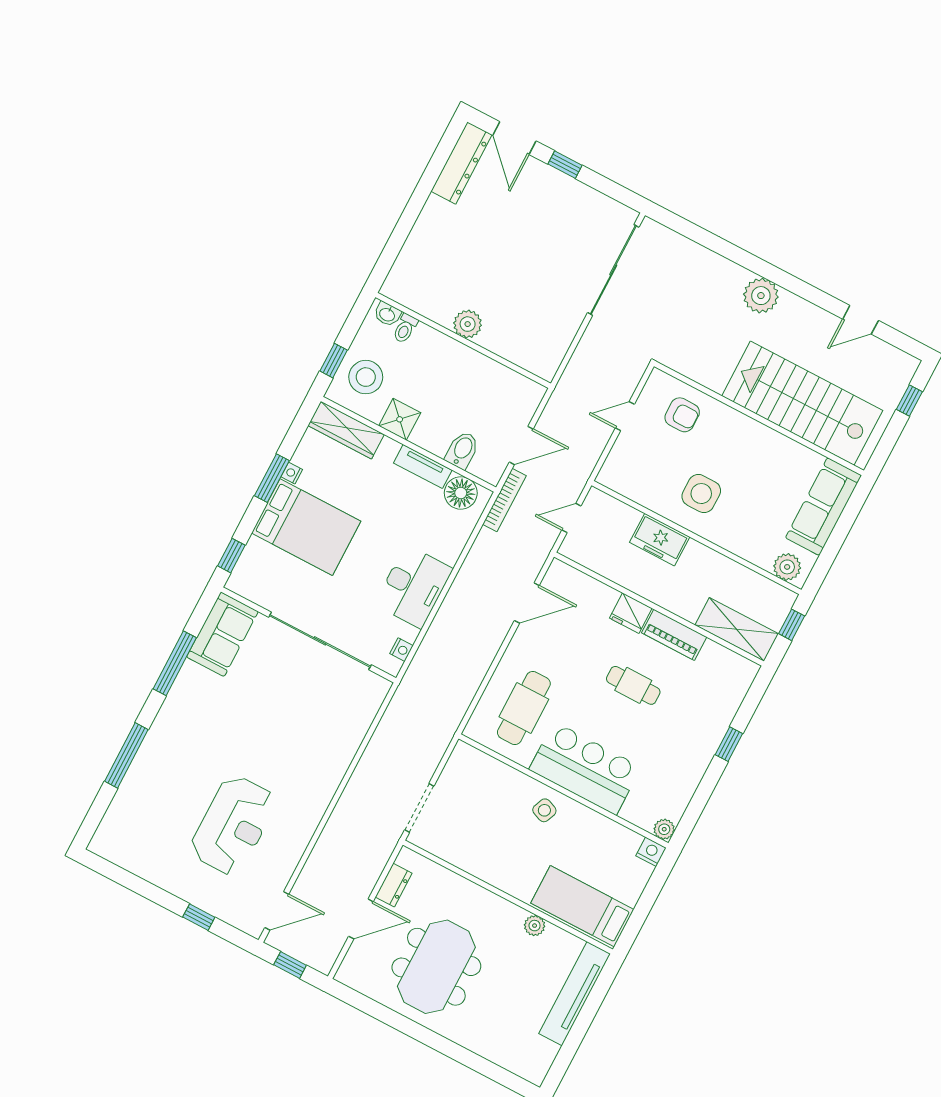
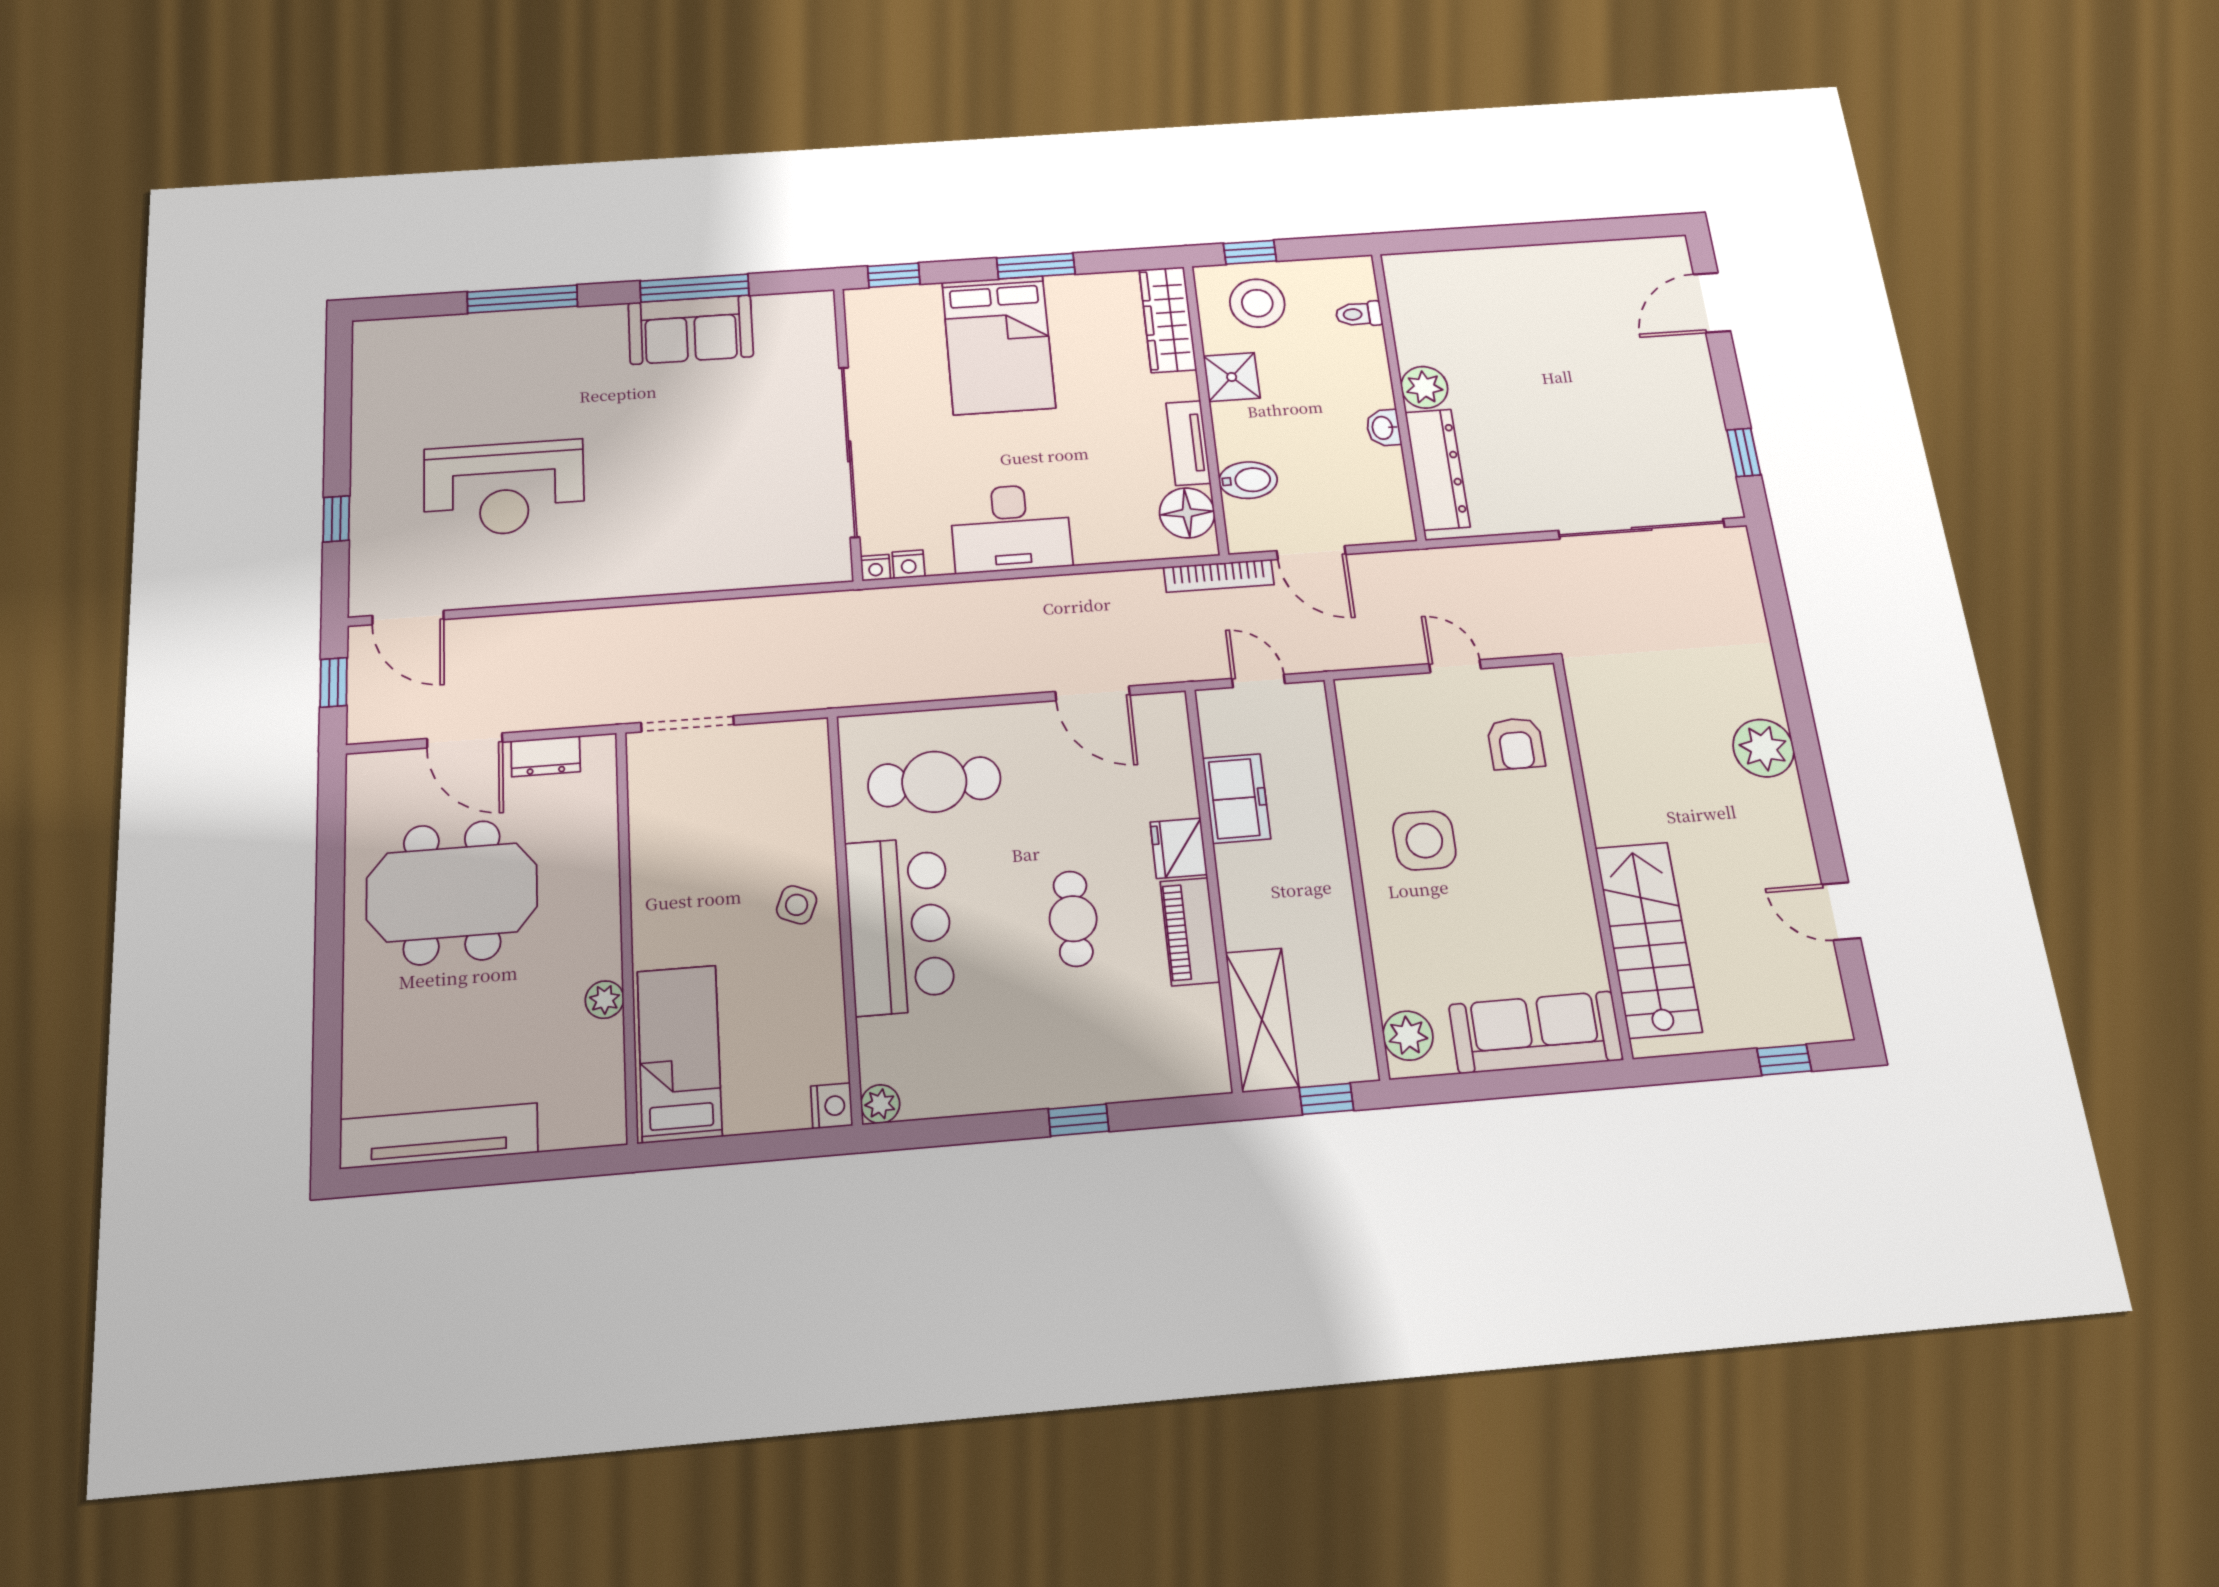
dresser: (462, 163) -> (1437, 469), moved, turned -90
window: (565, 165) -> (1744, 452), moved
washbasin: (387, 314) -> (1383, 428), moved
stairs: (802, 403) -> (1648, 939), width x0.73, depth x0.66
nightstand: (292, 473) -> (876, 568), moved, turned 180
freezer: (660, 540) -> (1236, 798), moved, turned 180
sofa: (222, 634) -> (691, 330), moved
tv unit: (575, 994) -> (439, 1136), moved

